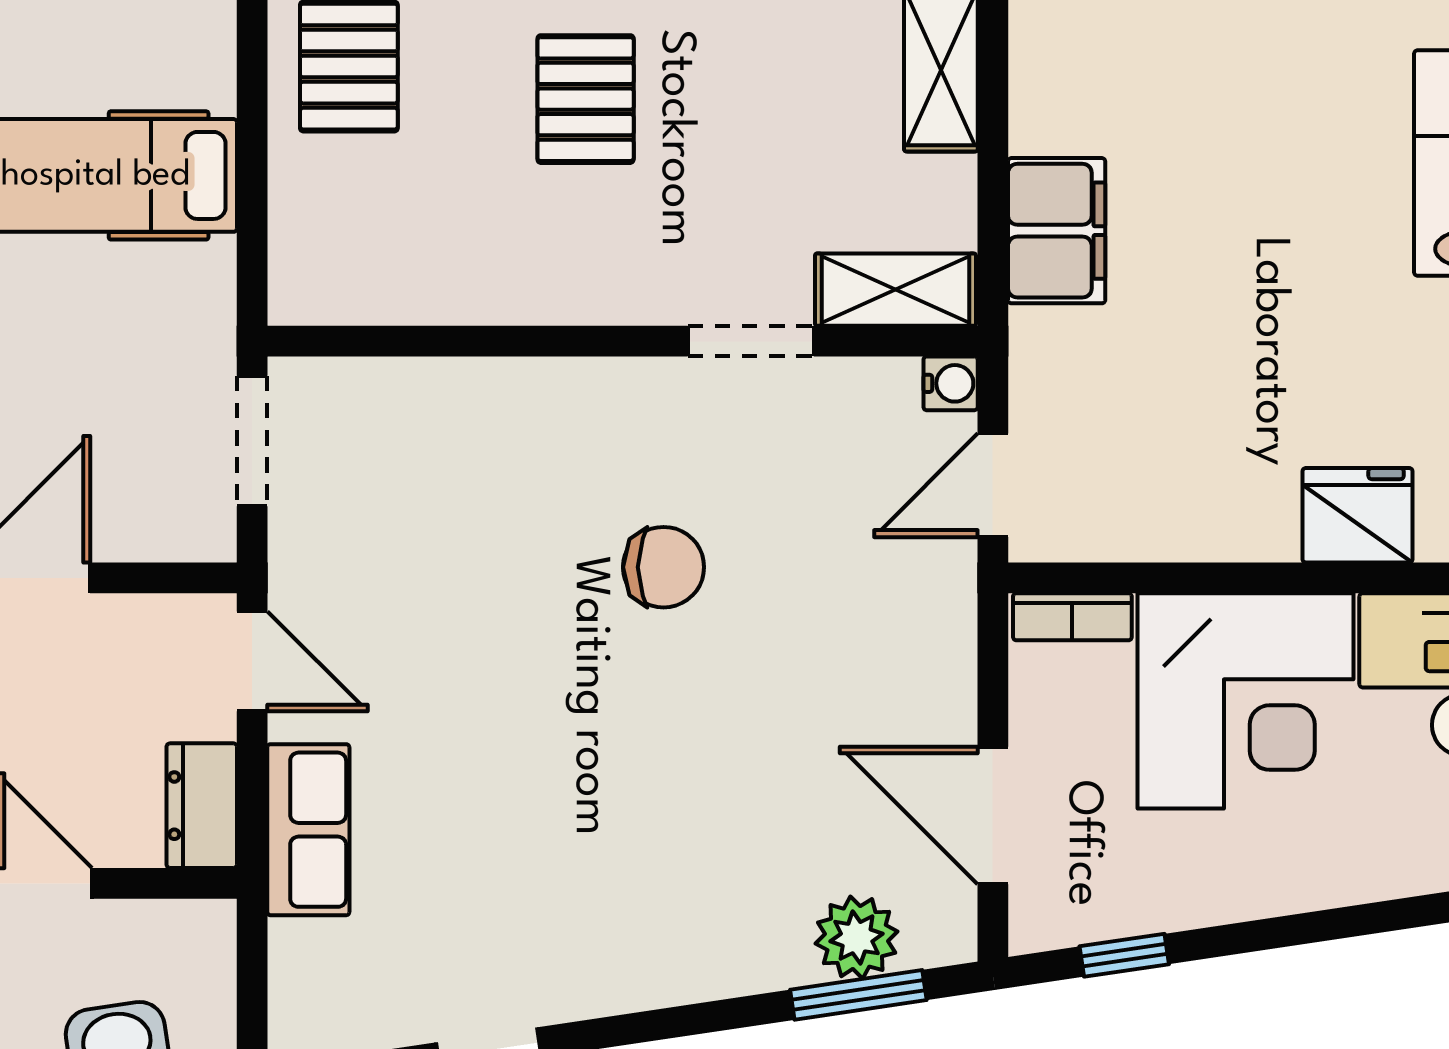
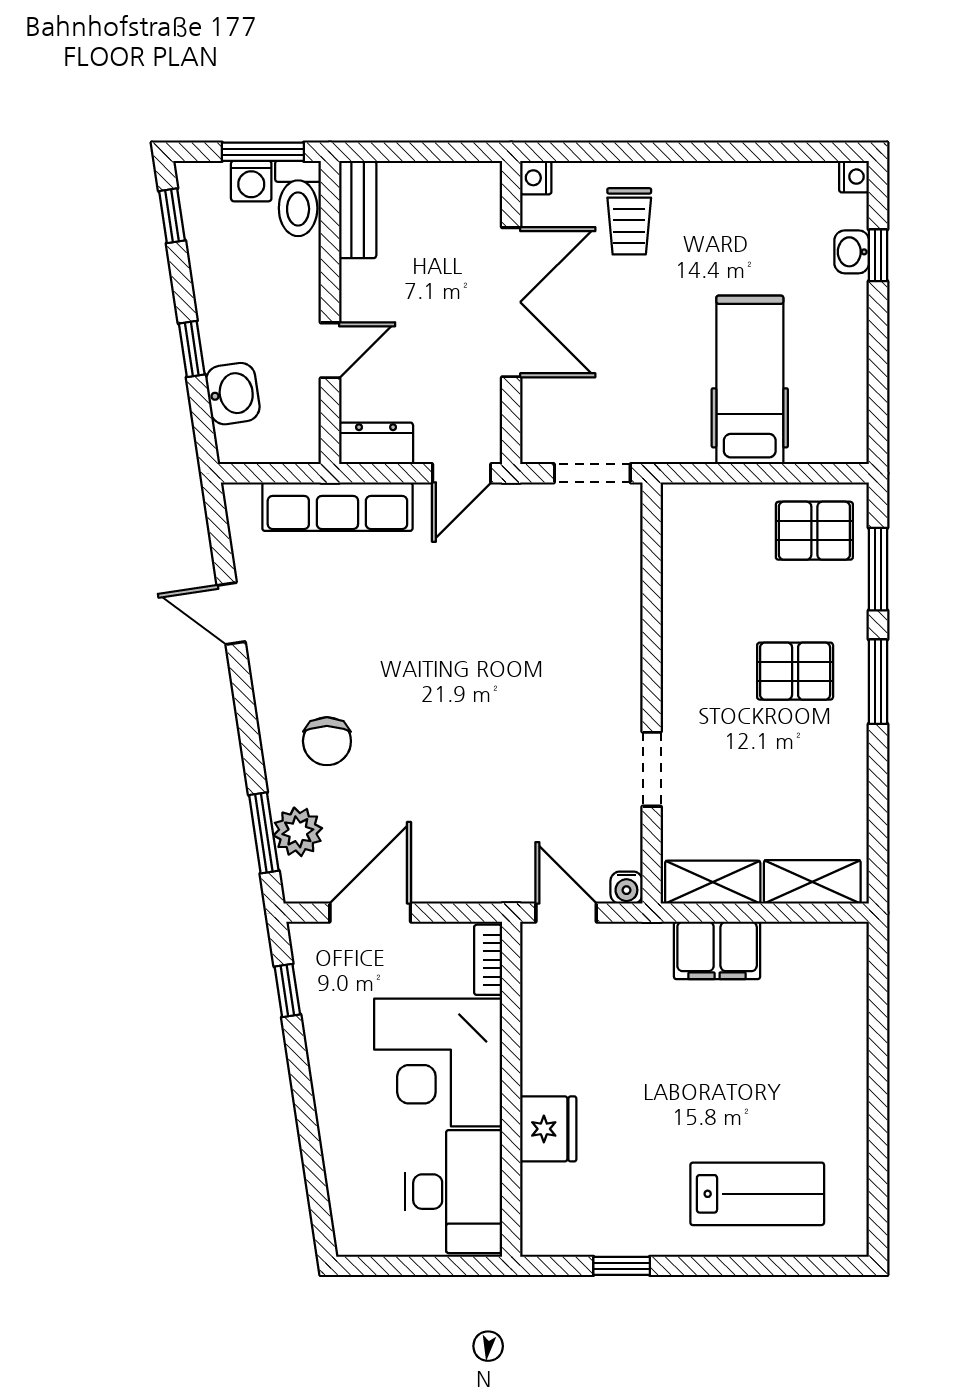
shelving: (895, 290) -> (713, 882), moved, turned 90
chair: (664, 567) -> (327, 741), moved
row of seats: (308, 830) -> (337, 507), width x1.48

